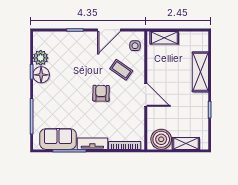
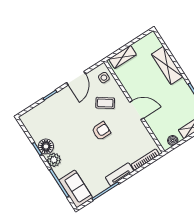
plant: (41, 58) -> (54, 160), moved
armchair: (101, 93) -> (101, 131), turned 89
sofa: (58, 139) -> (76, 189), moved, turned 90
boiler: (161, 139) -> (173, 140), width x0.54, depth x0.54

